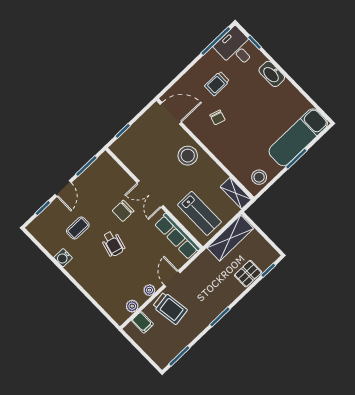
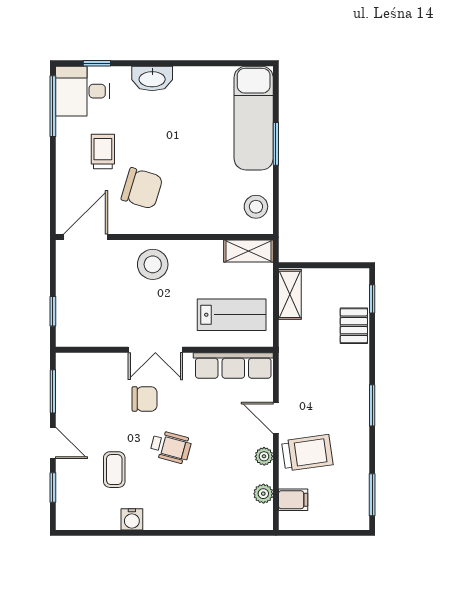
trolley: (217, 84) -> (103, 152), turned 180
chair: (217, 117) -> (142, 188), width x1.87, depth x1.87
chair: (123, 211) -> (144, 399), turned -90
shelving: (230, 238) -> (290, 294), width x0.67, depth x0.75

